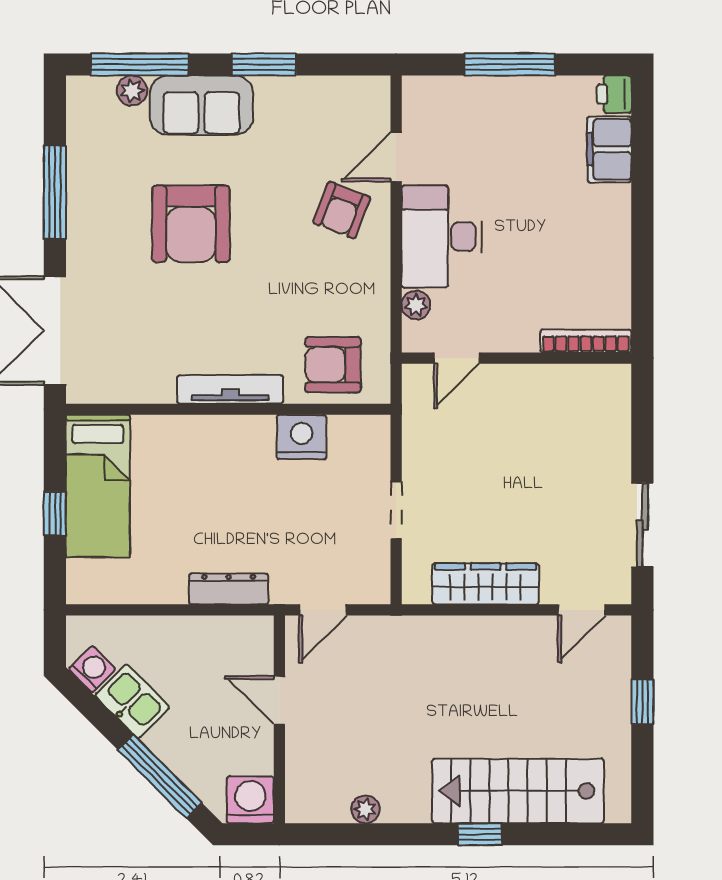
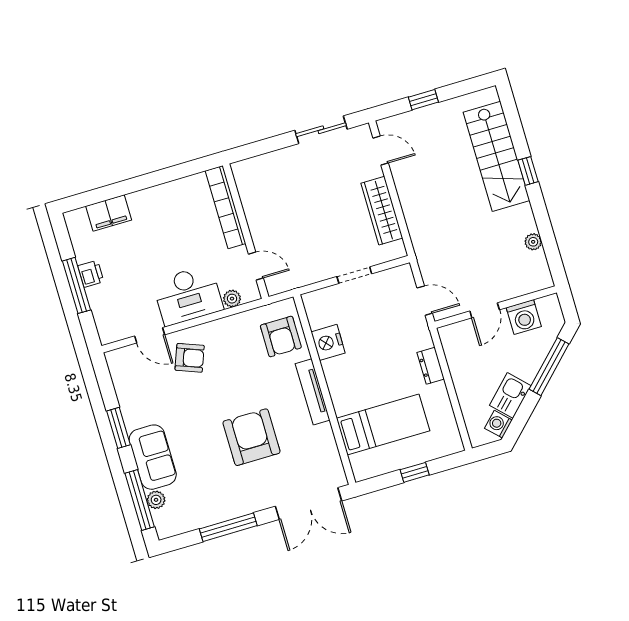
printer: (614, 94) -> (91, 274), moved, turned -90
armchair: (191, 224) -> (252, 437), moved, turned -90
bookcase: (586, 341) -> (226, 207), width x1.48, depth x1.31
bed: (98, 486) -> (383, 424), moved
dresser: (229, 589) -> (431, 366), width x0.70
washing machine: (250, 800) -> (524, 317), moved, turned -90

